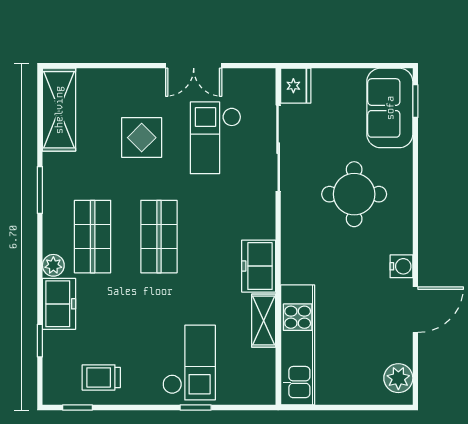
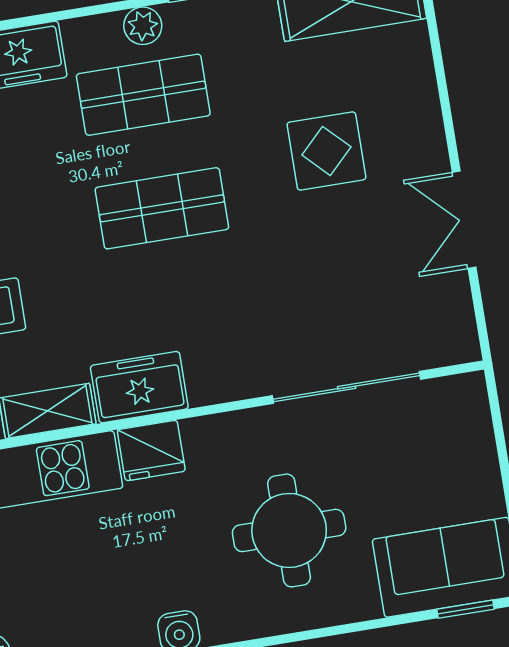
fridge: (296, 86) -> (151, 450), moved
checkout: (216, 138) -> (347, 277), removed
plant: (53, 265) -> (143, 26), moved

